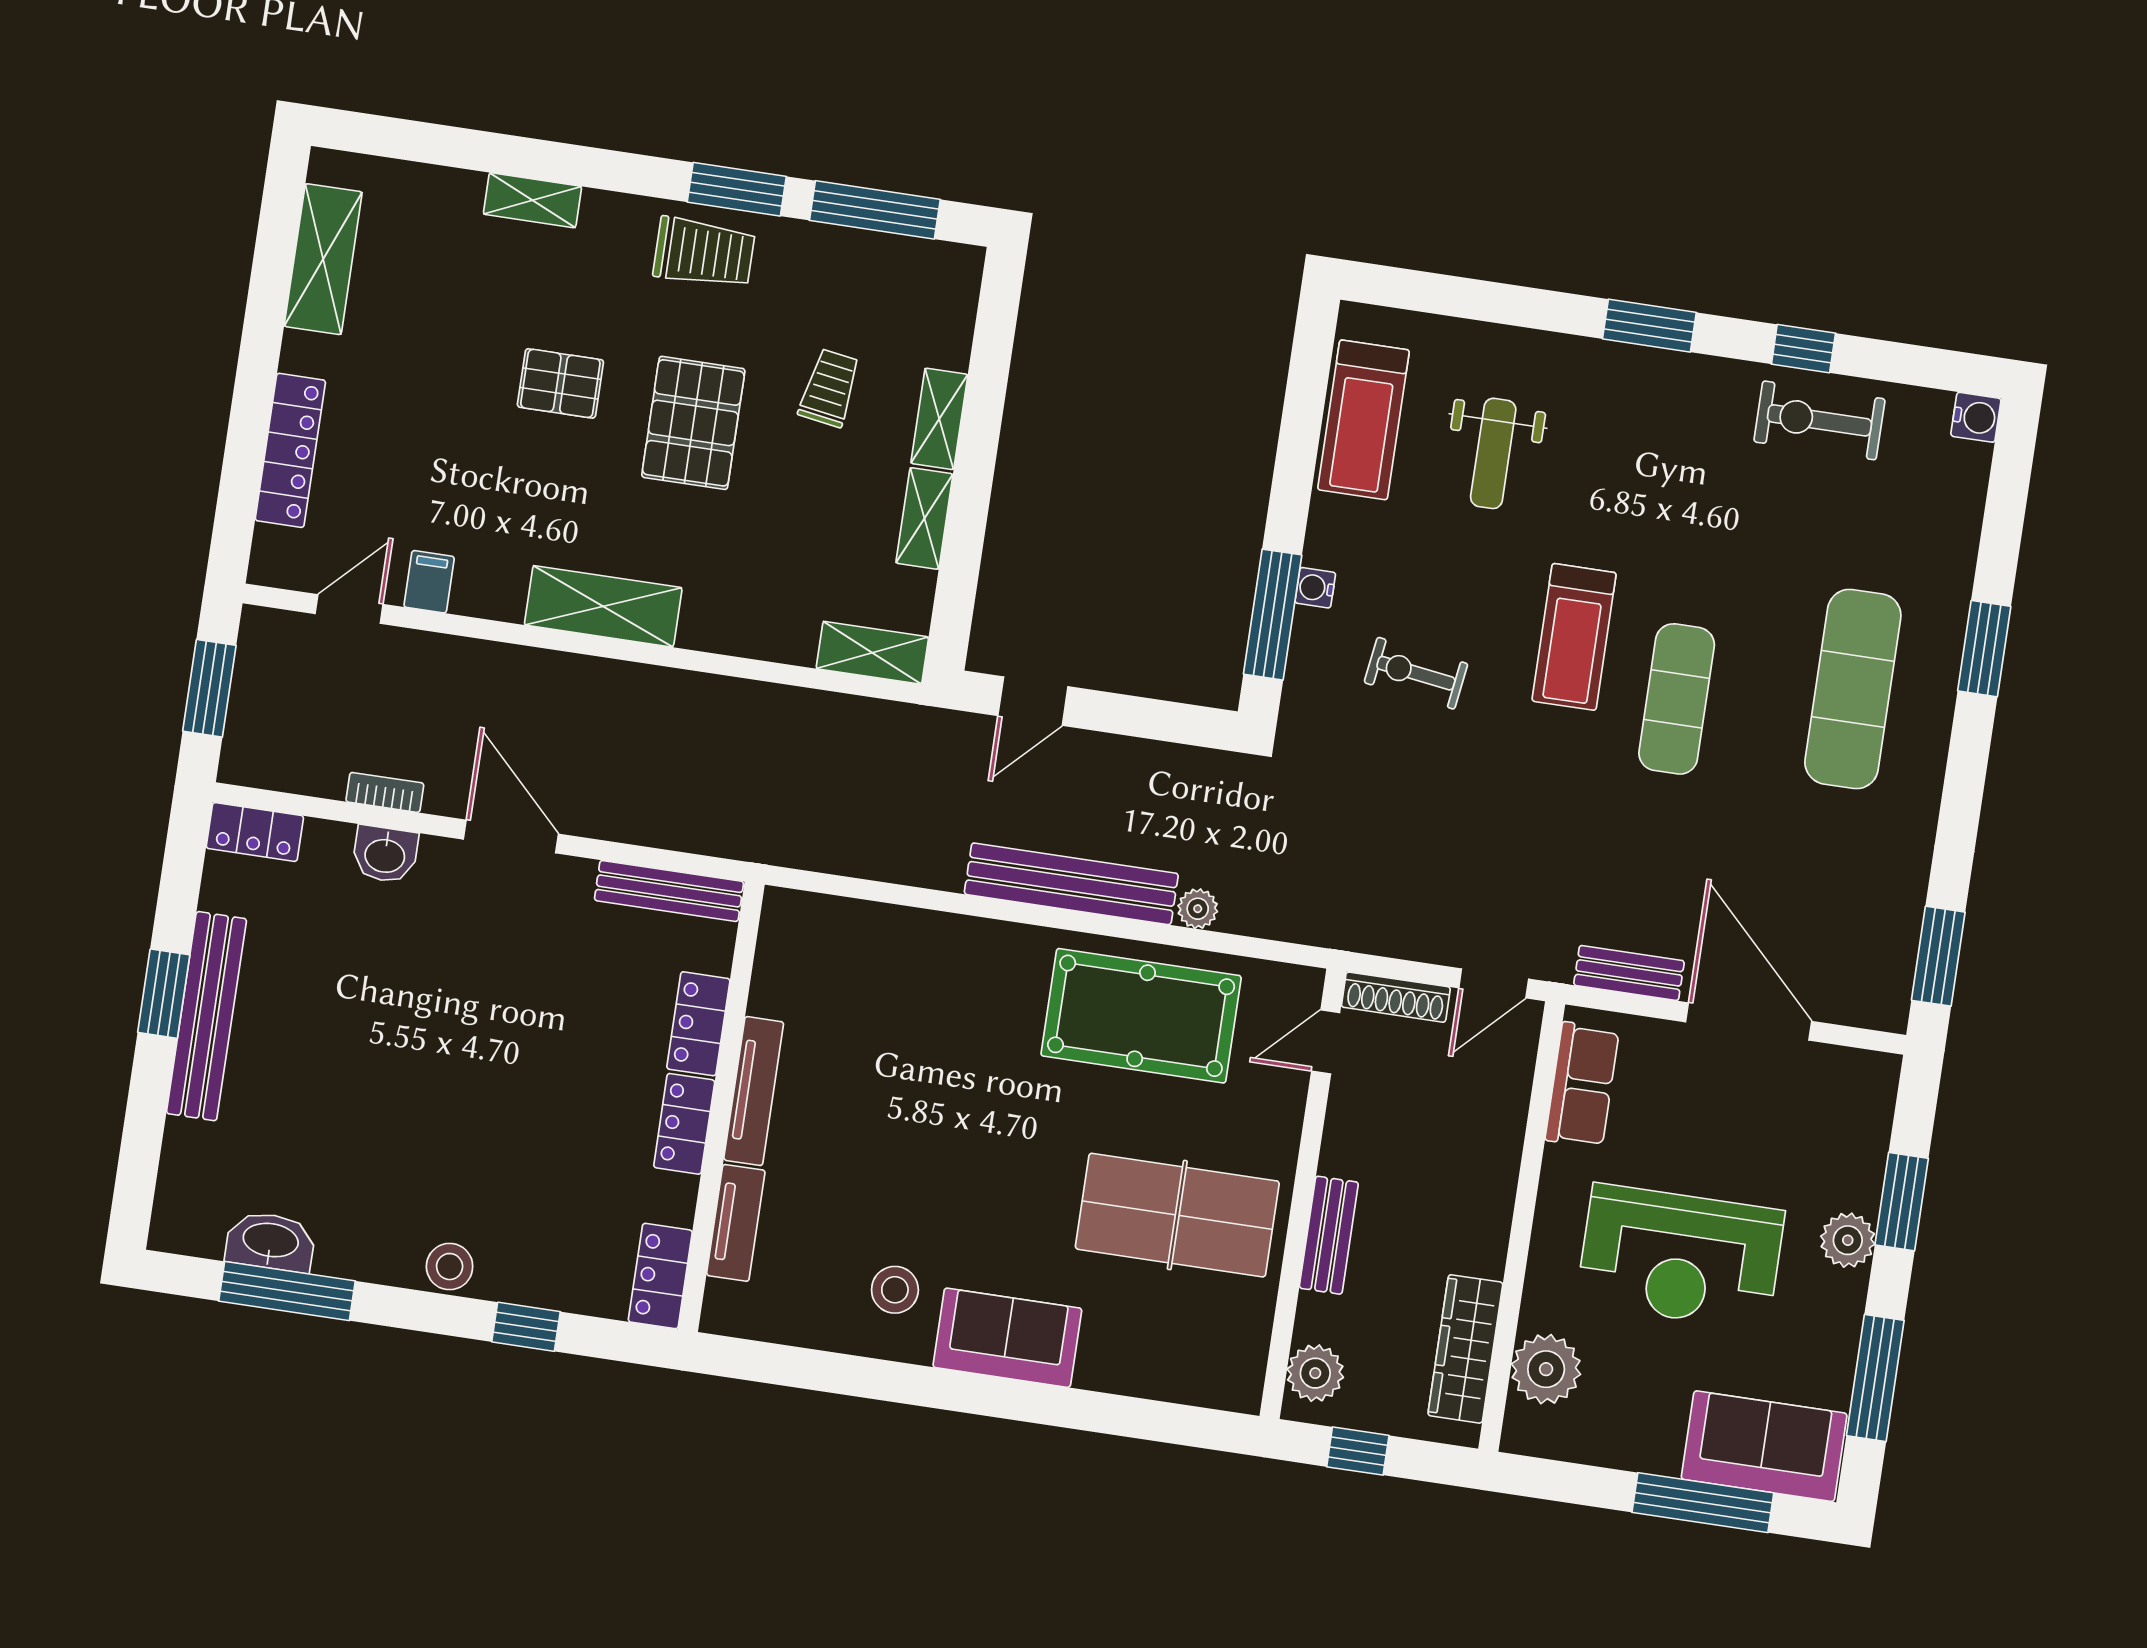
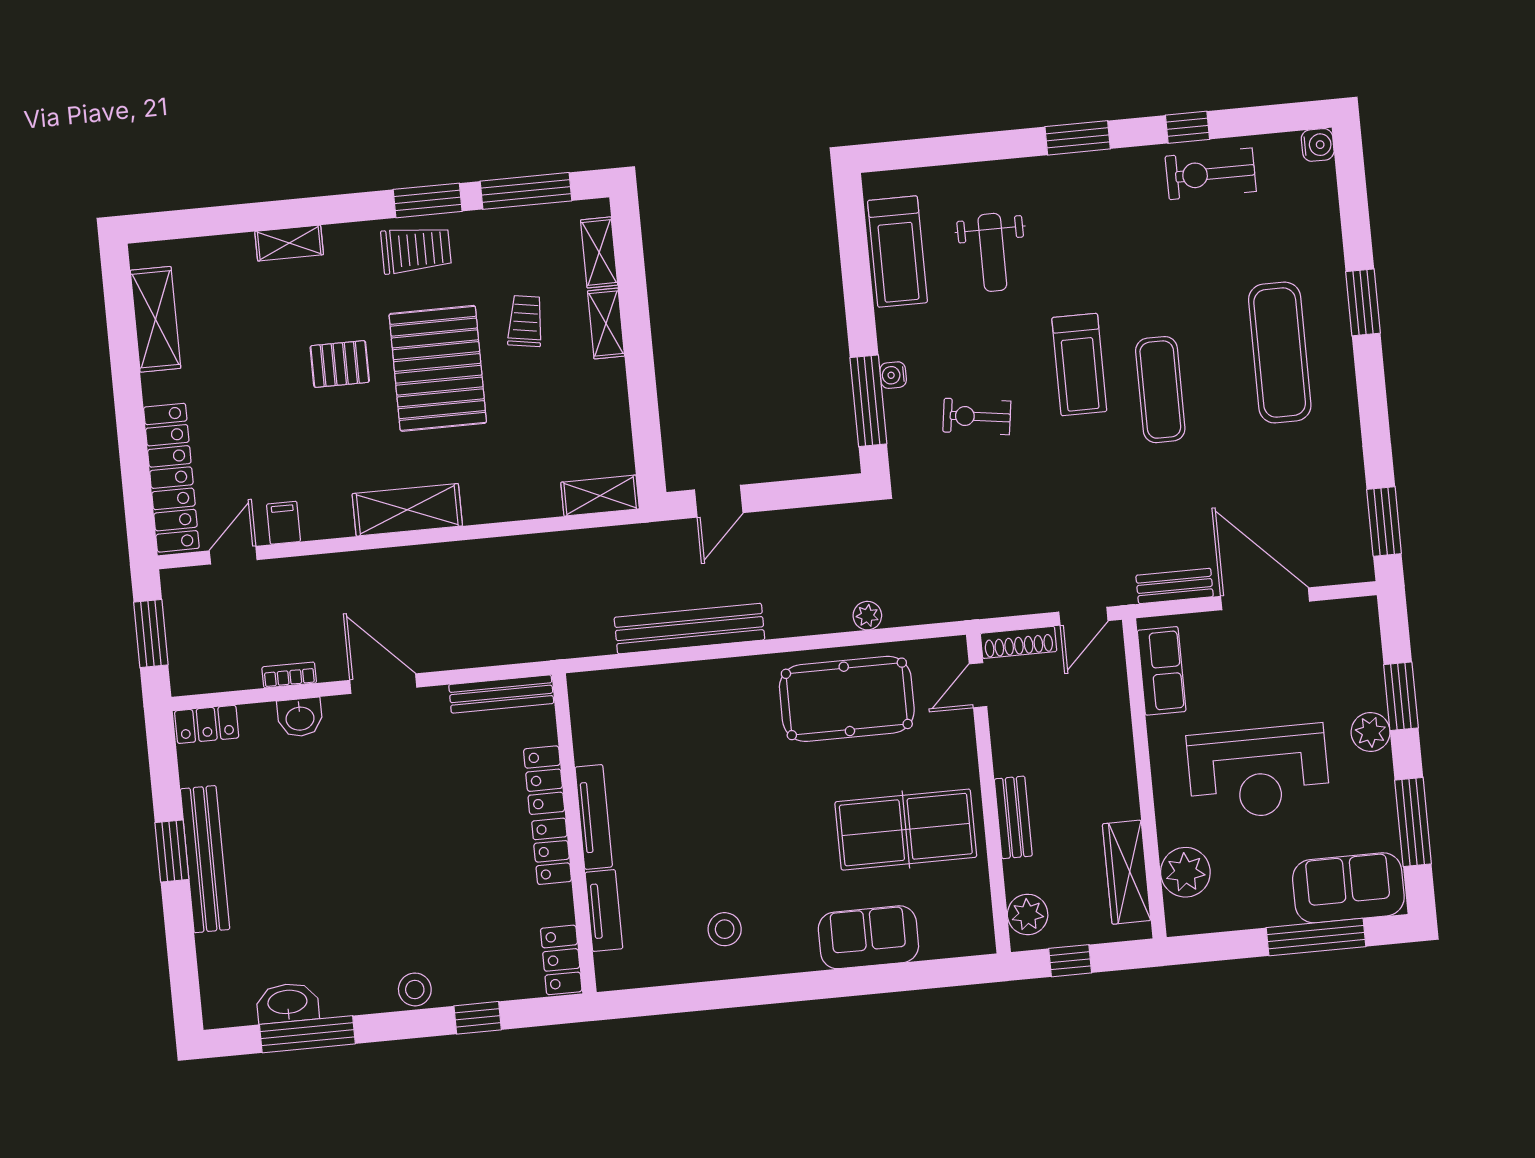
pallet: (693, 423) -> (438, 368), width x1.37, depth x1.41
locker: (290, 450) -> (171, 478), width x1.41, depth x1.21
shelving: (924, 518) -> (599, 252), moved
bench: (1071, 884) -> (689, 629), moved
sofa: (1007, 1338) -> (868, 937), moved

